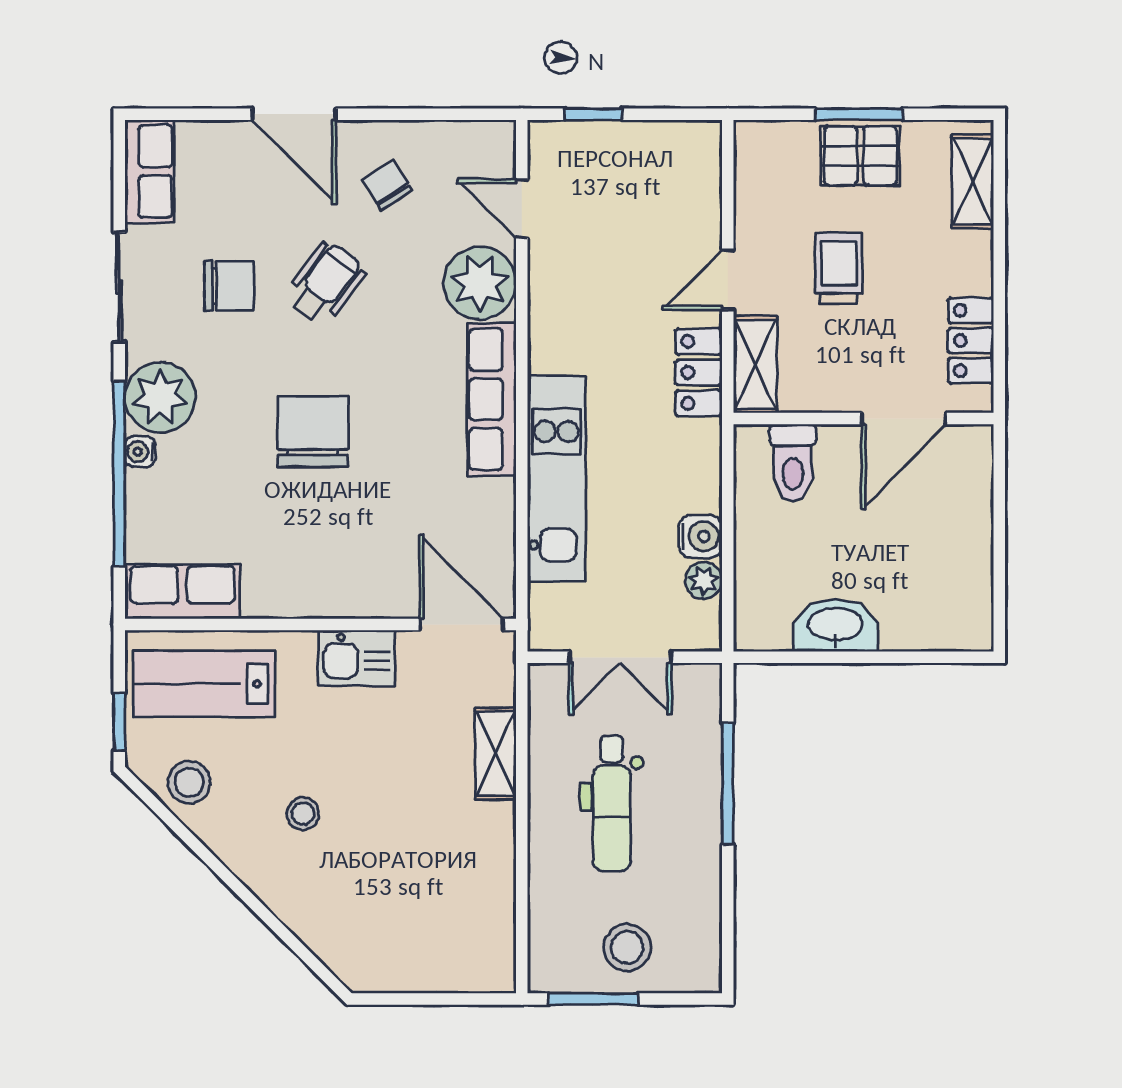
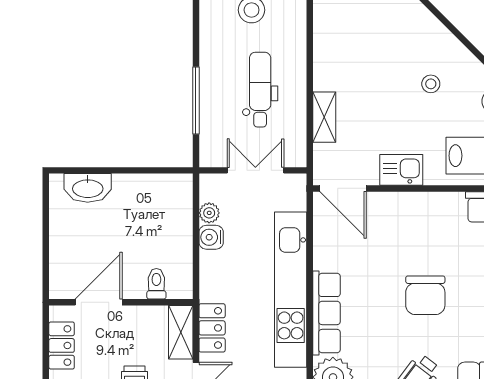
toilet: (793, 463) -> (156, 284), width x0.73, depth x0.72
kitchen unit: (557, 479) -> (291, 290), width x1.36
washbasin: (836, 626) -> (88, 188), moved

